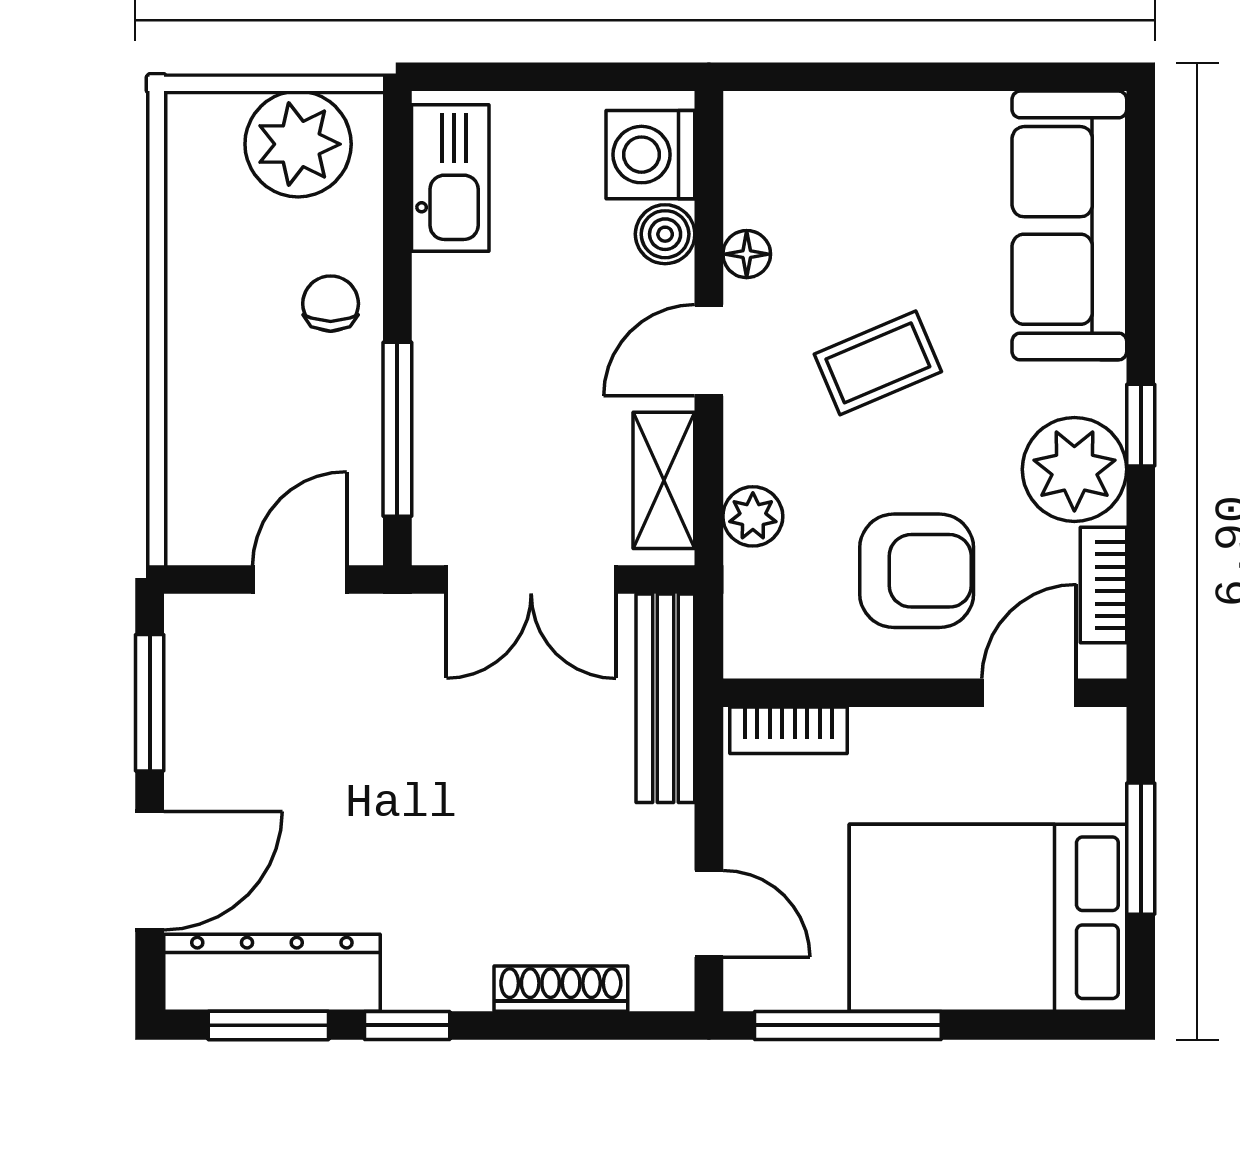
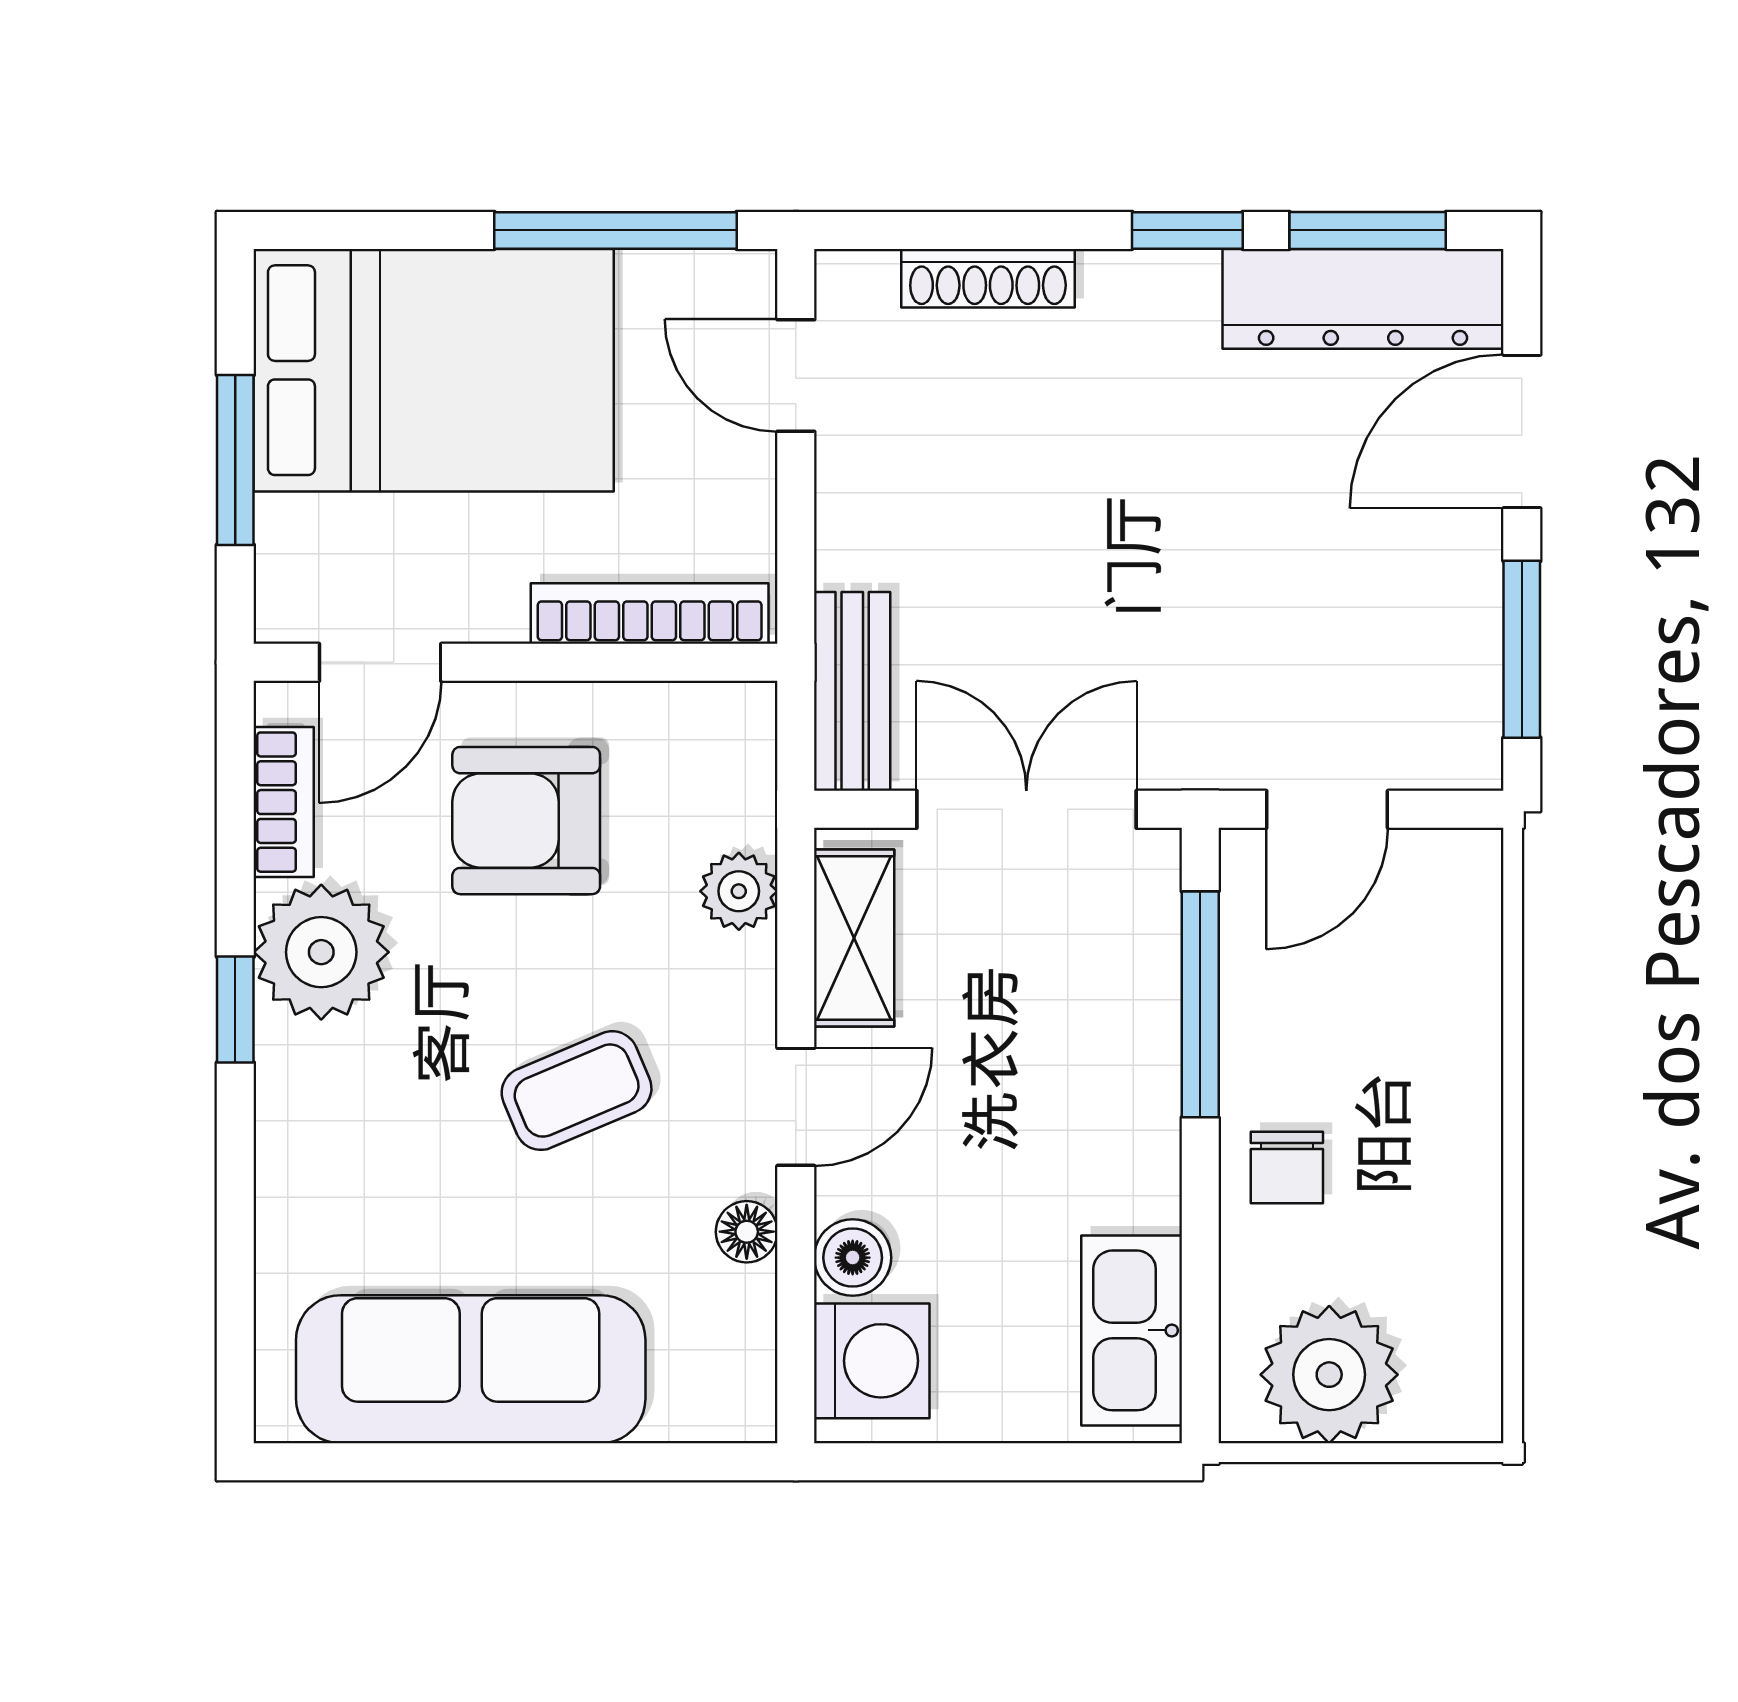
sofa: (1069, 225) -> (471, 1369), moved, turned -90
bench: (665, 698) -> (852, 691), width x0.73
bookcase: (789, 730) -> (650, 614), width x1.56

